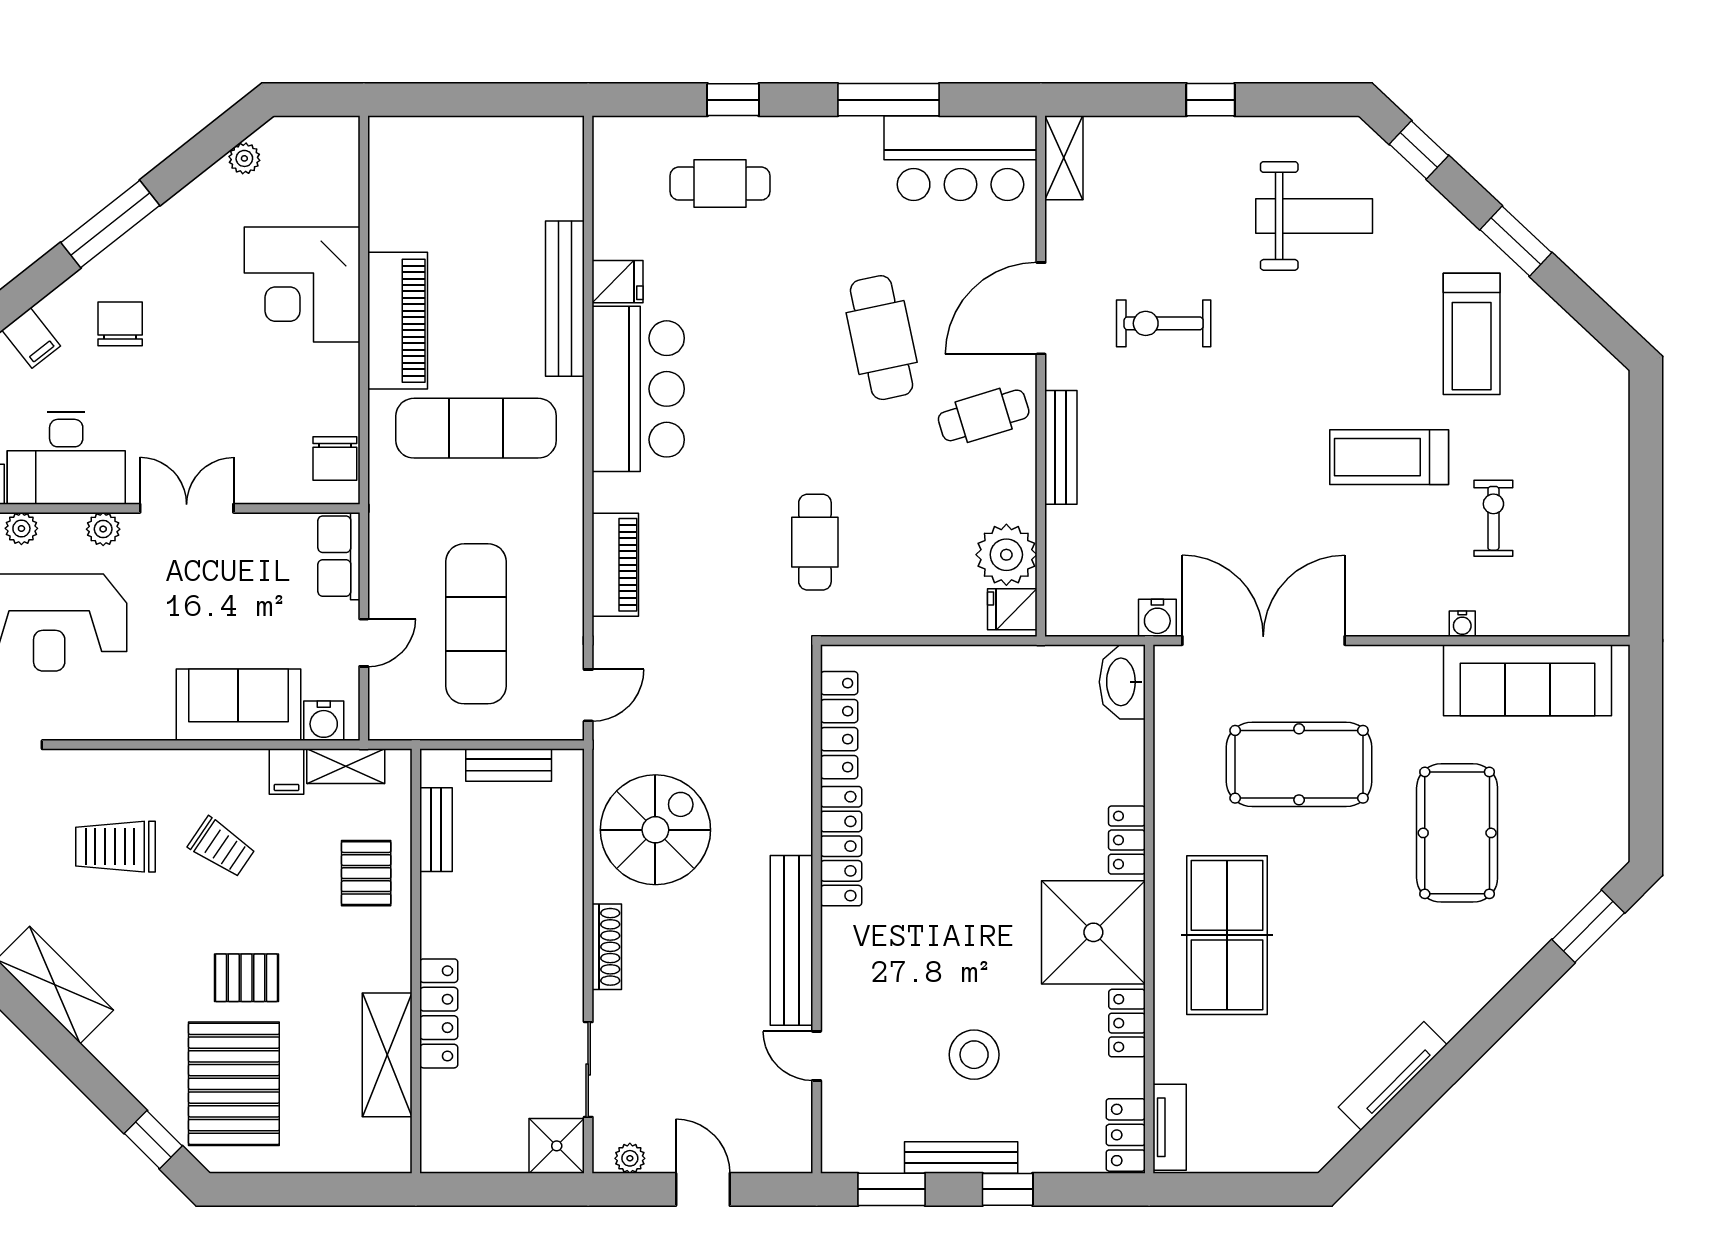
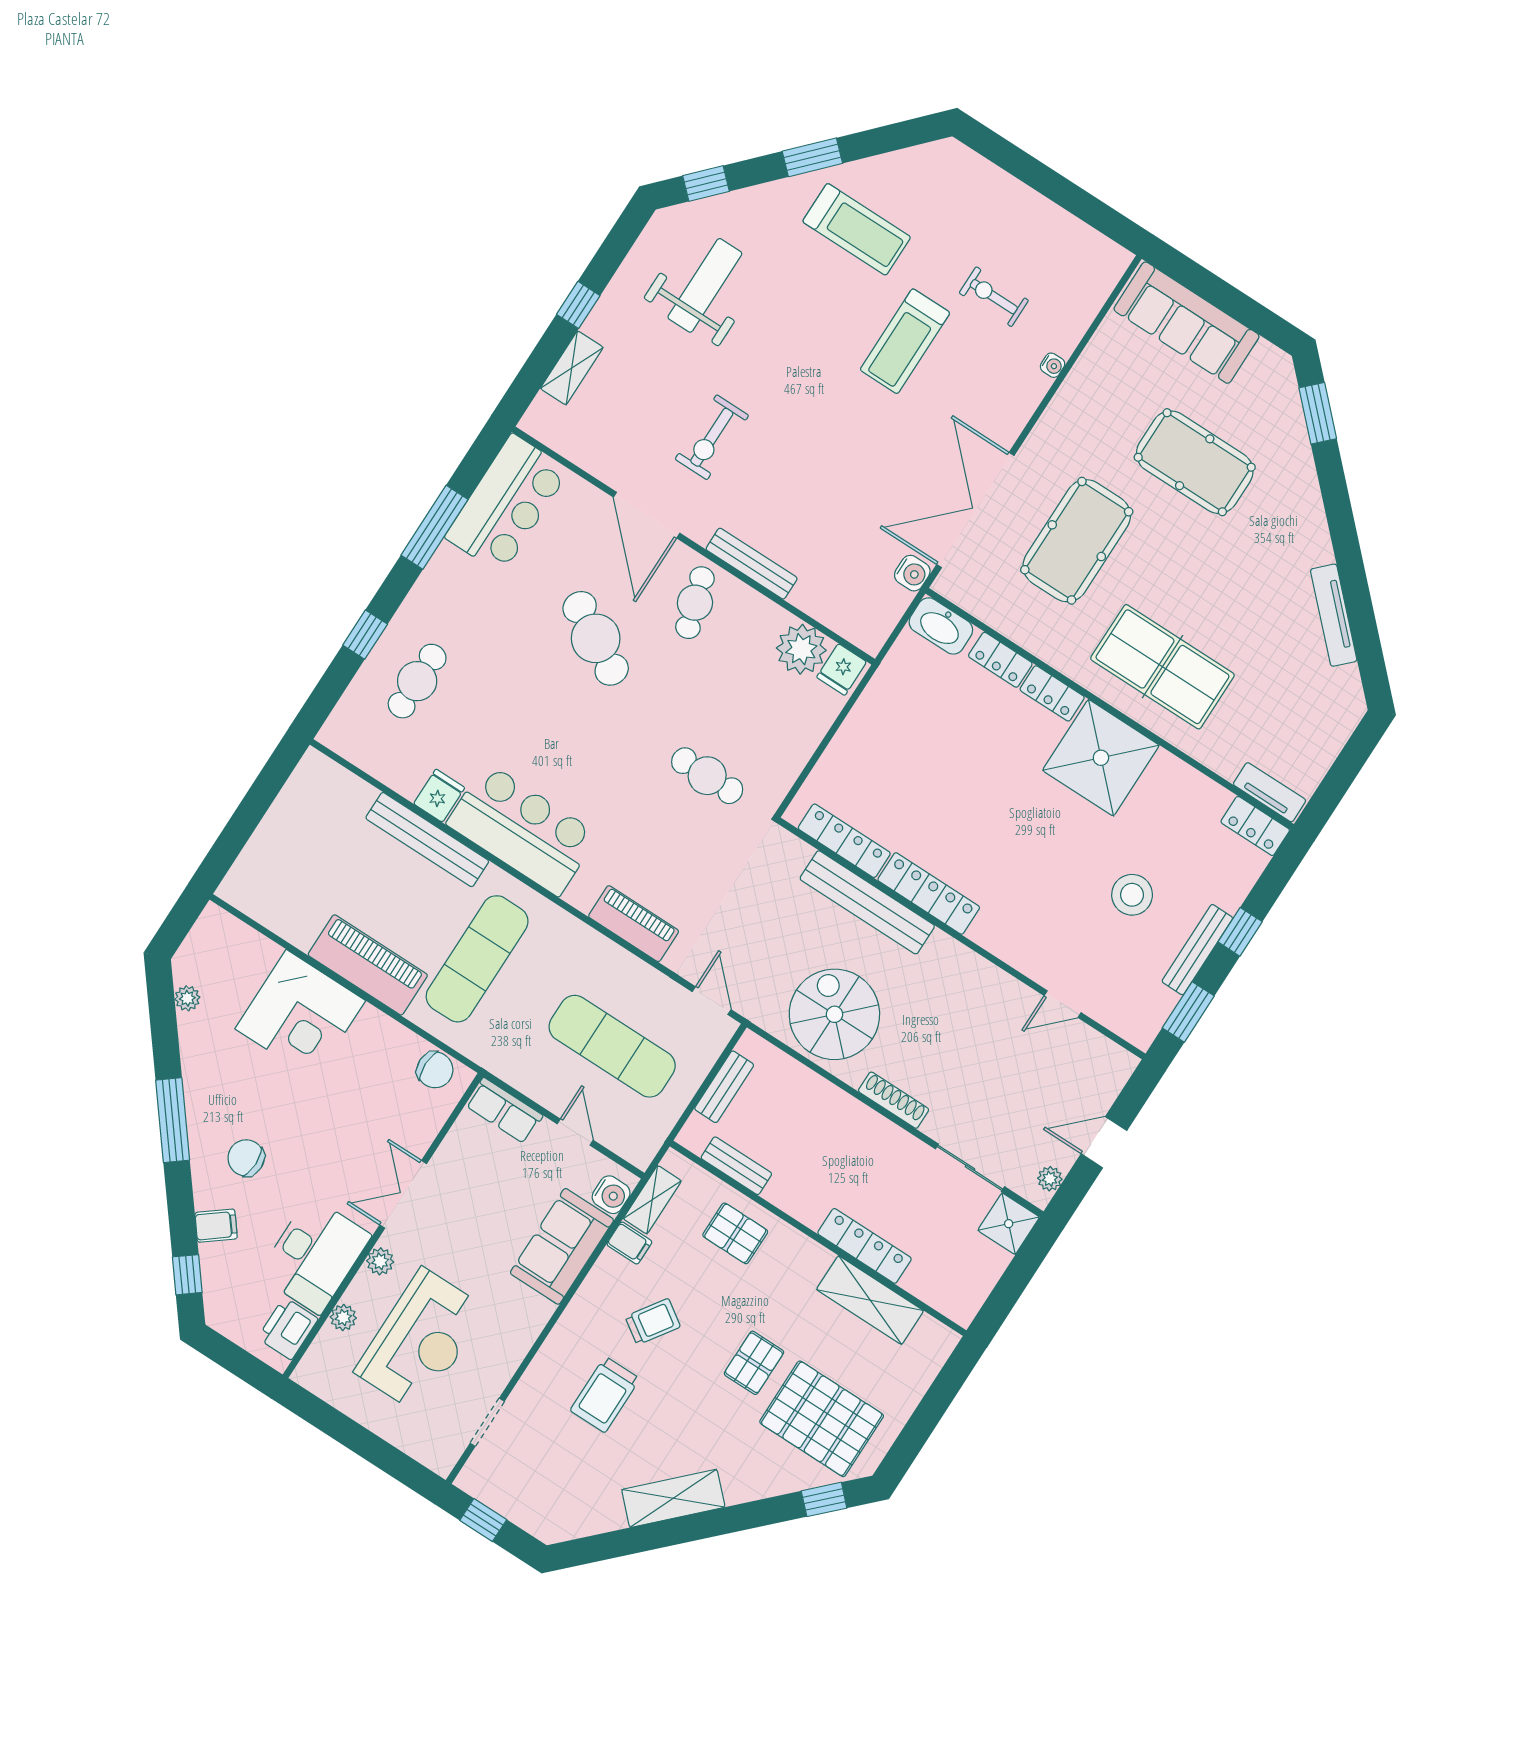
shelving: (1064, 158) -> (572, 368), moved, turned 90
cafe table: (882, 338) -> (596, 638), turned 42
sofa: (1527, 680) -> (1187, 323), moved, turned 90
bench: (791, 940) -> (867, 902), moved
locker: (1127, 1023) -> (1000, 660), moved

